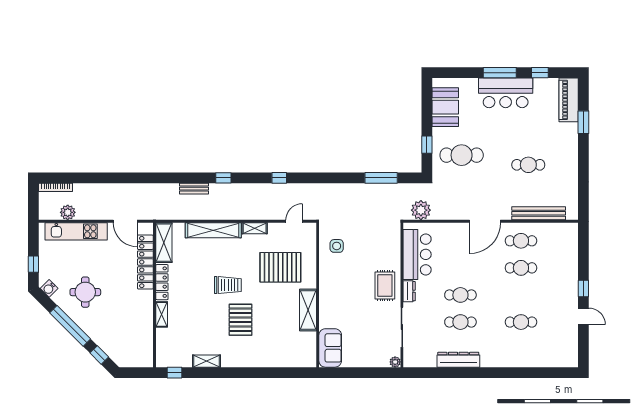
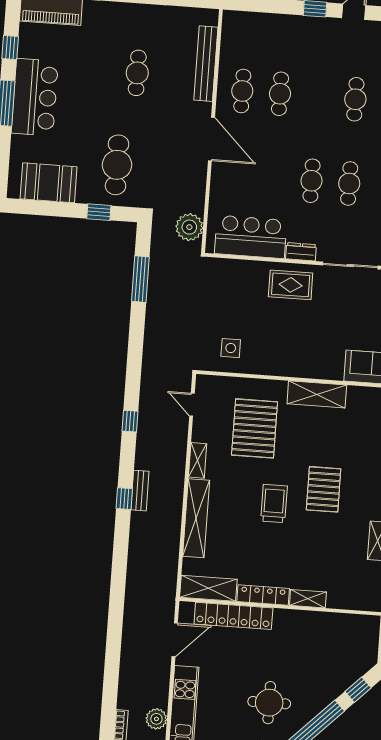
bench: (194, 189) -> (140, 491), moved
pallet: (241, 320) -> (324, 489), turned 90

